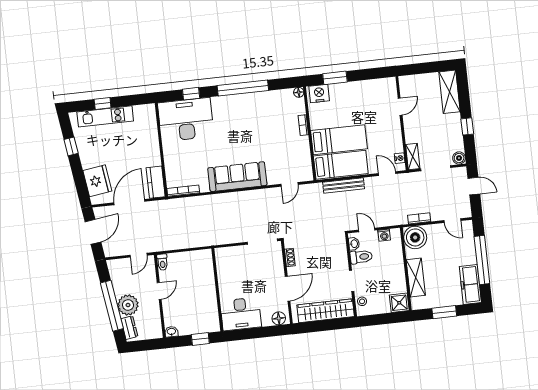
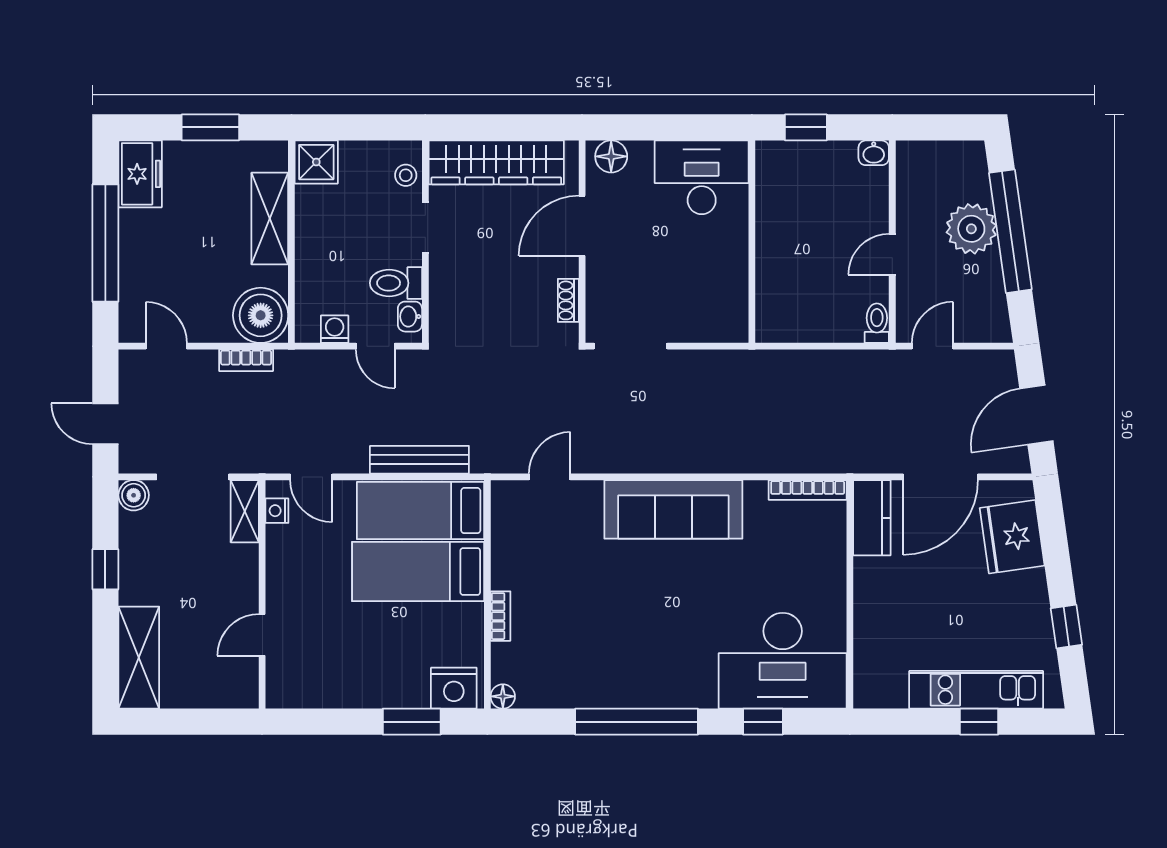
freezer: (470, 284) -> (140, 174), width x0.71
dresser: (129, 328) -> (974, 174), removed

